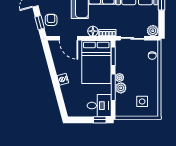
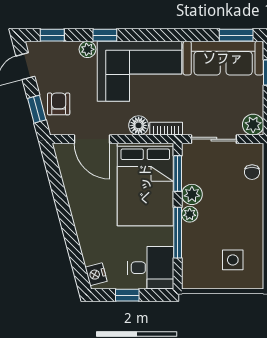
nightstand: (63, 79) -> (96, 274), moved
plant: (121, 88) -> (192, 194), moved
window: (100, 120) -> (127, 295), moved

